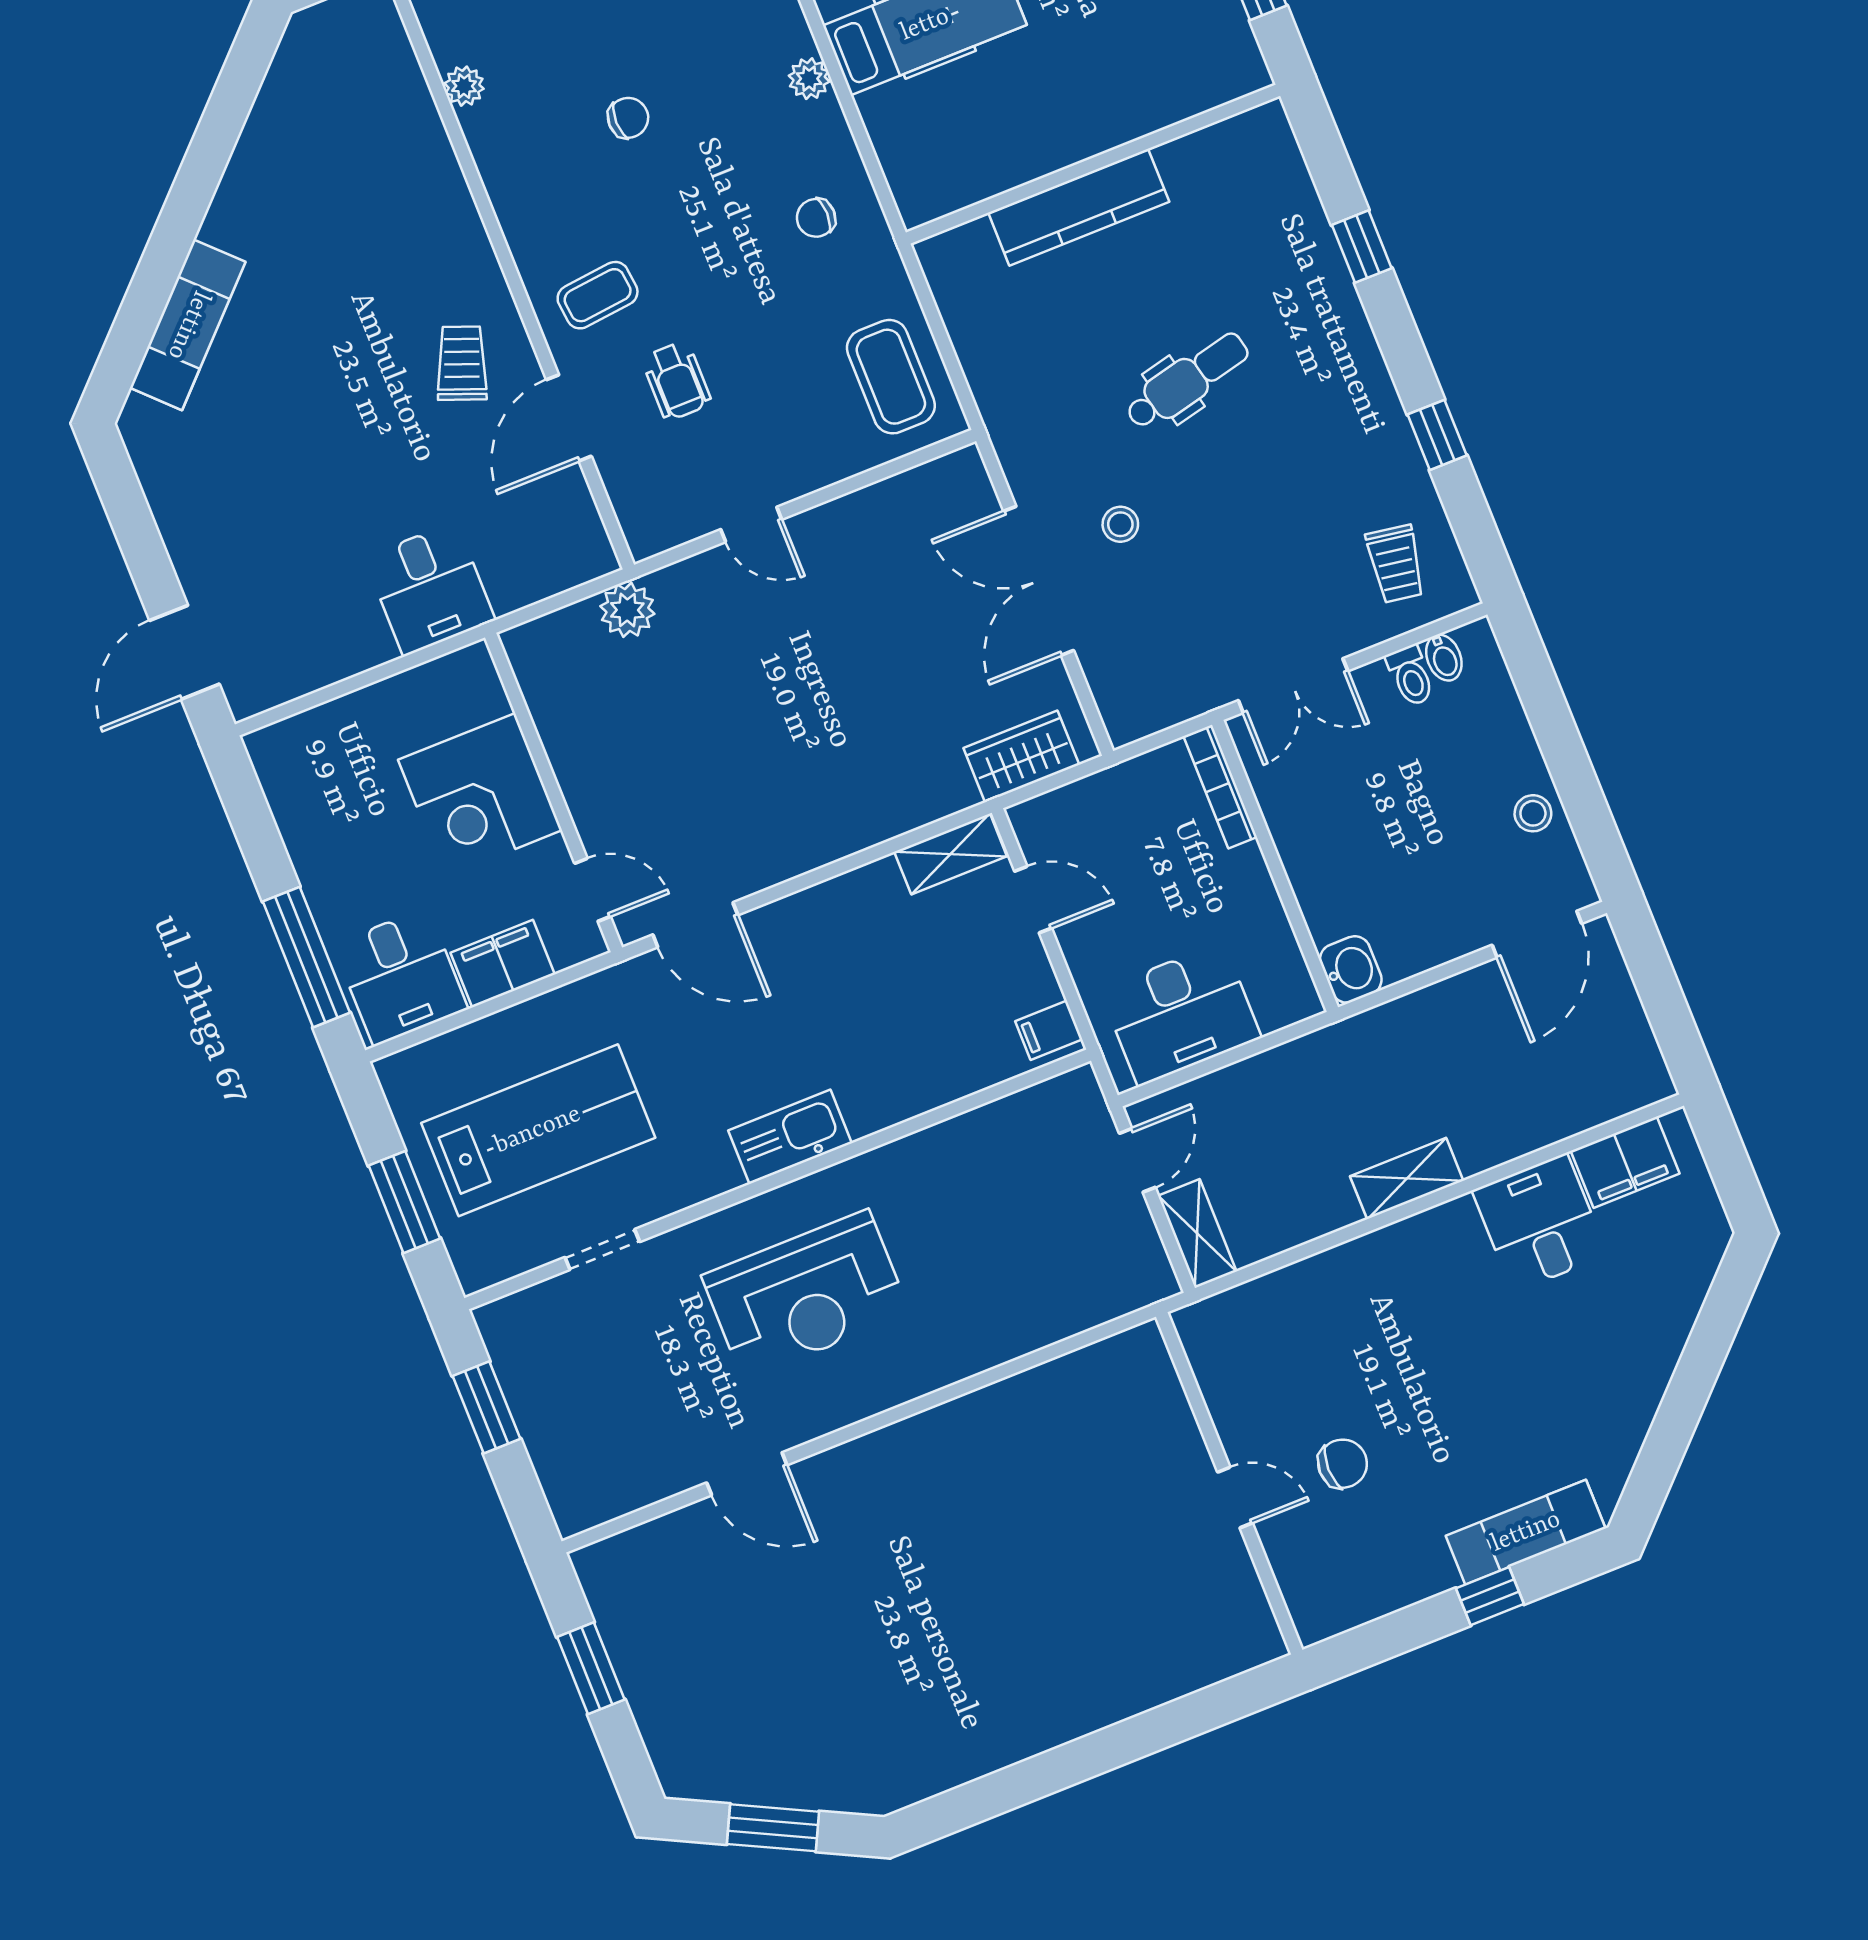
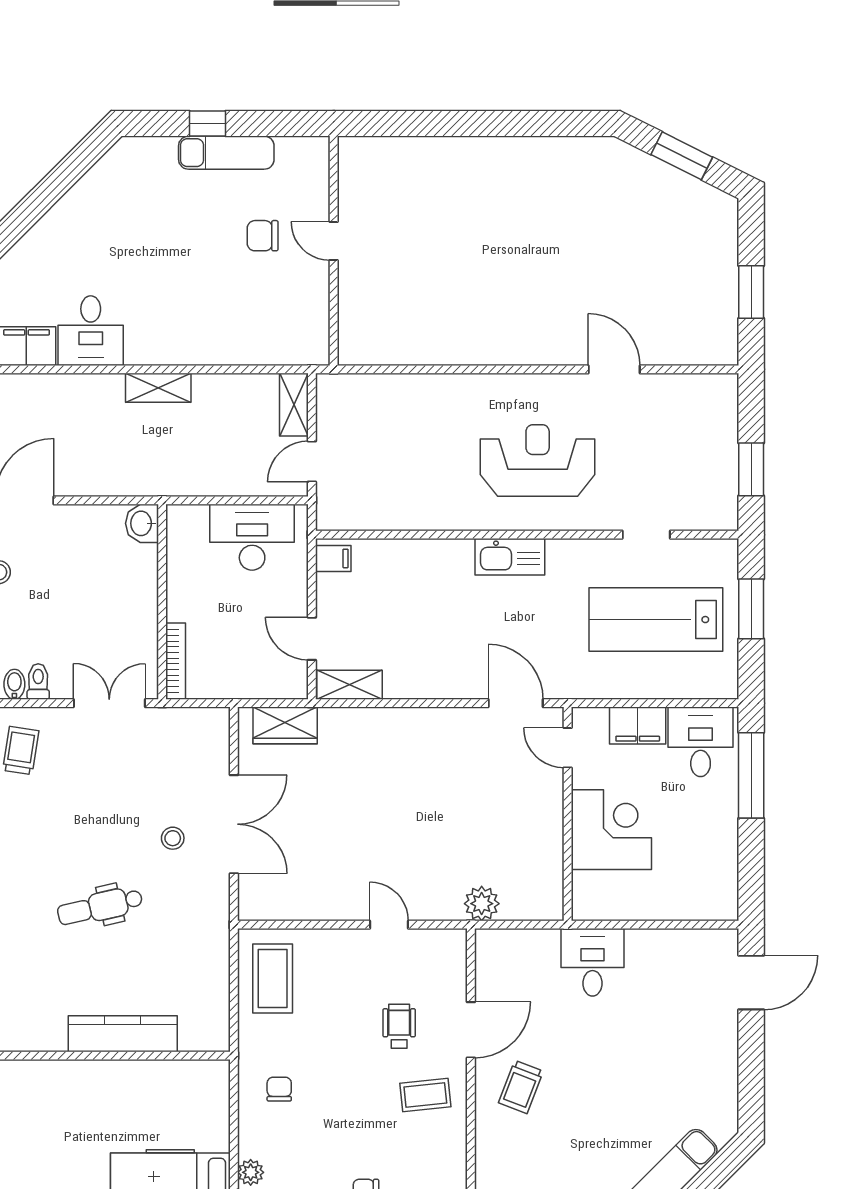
chair: (816, 218) -> (279, 1089), turned -90
exam couch: (1526, 1532) -> (226, 153), moved

